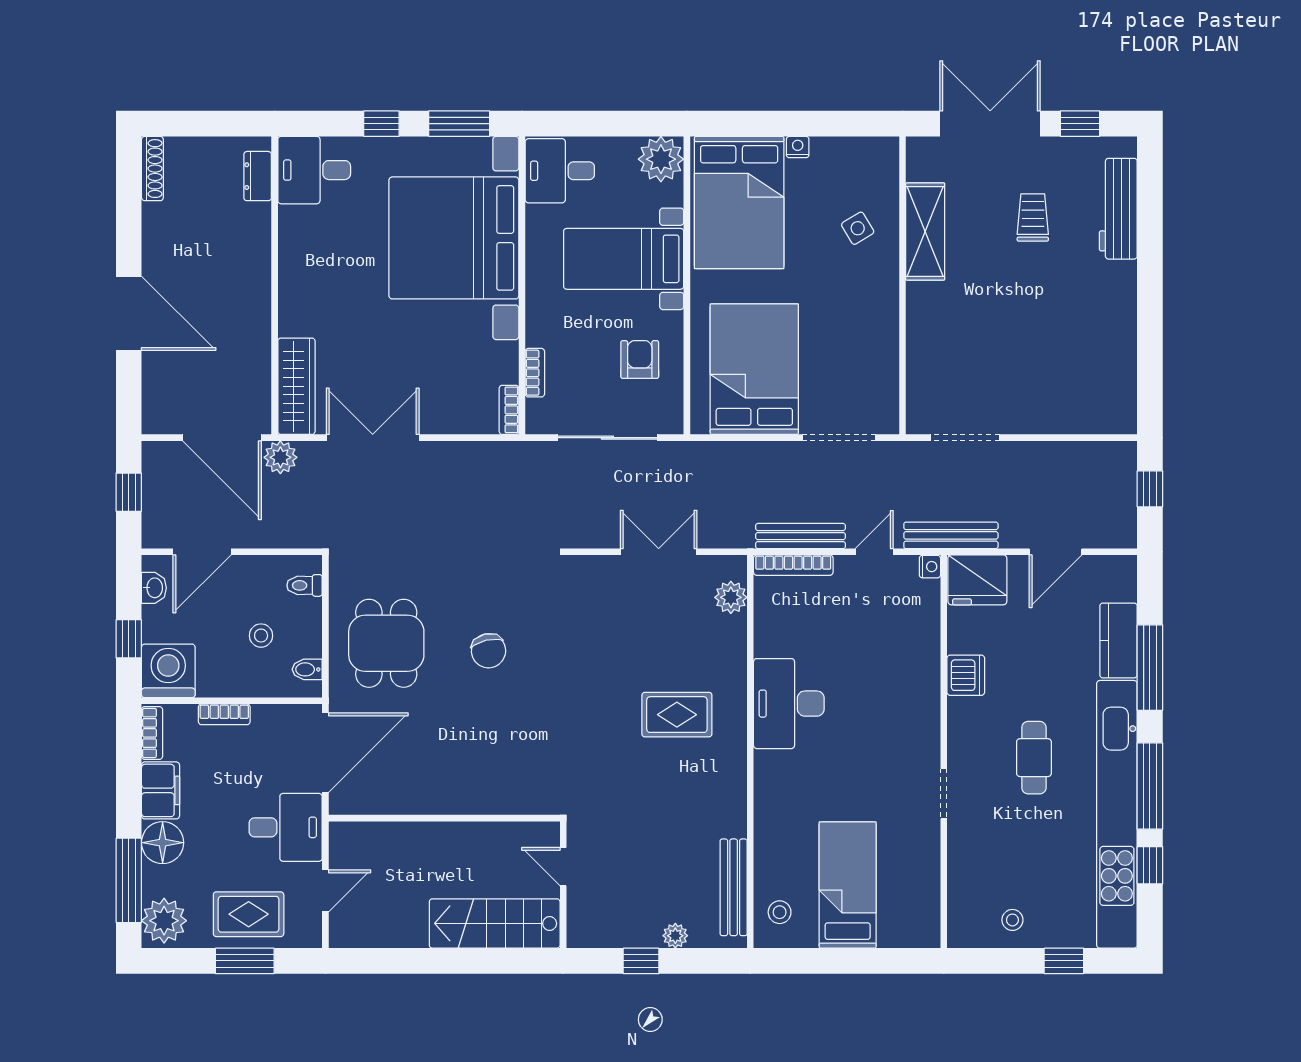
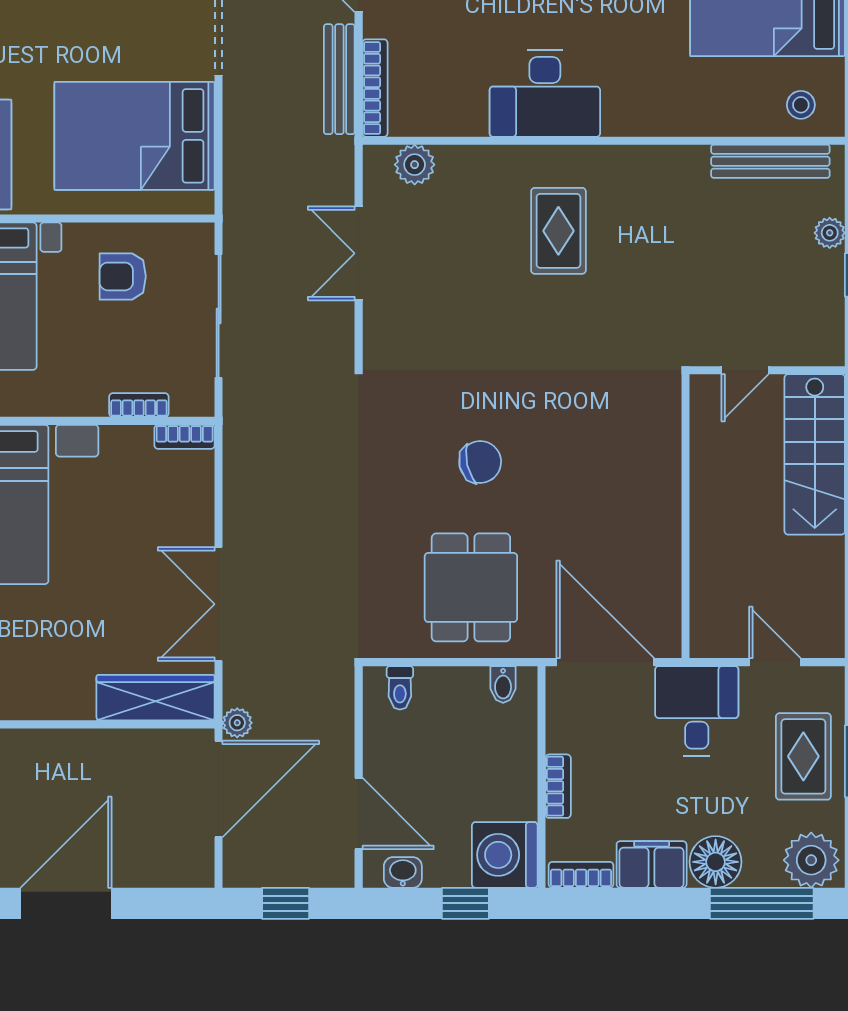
plant: (280, 457) -> (237, 723), width x0.73, depth x0.73
stool: (261, 636) -> (461, 741), removed
dining table: (386, 643) -> (471, 587), turned 90

